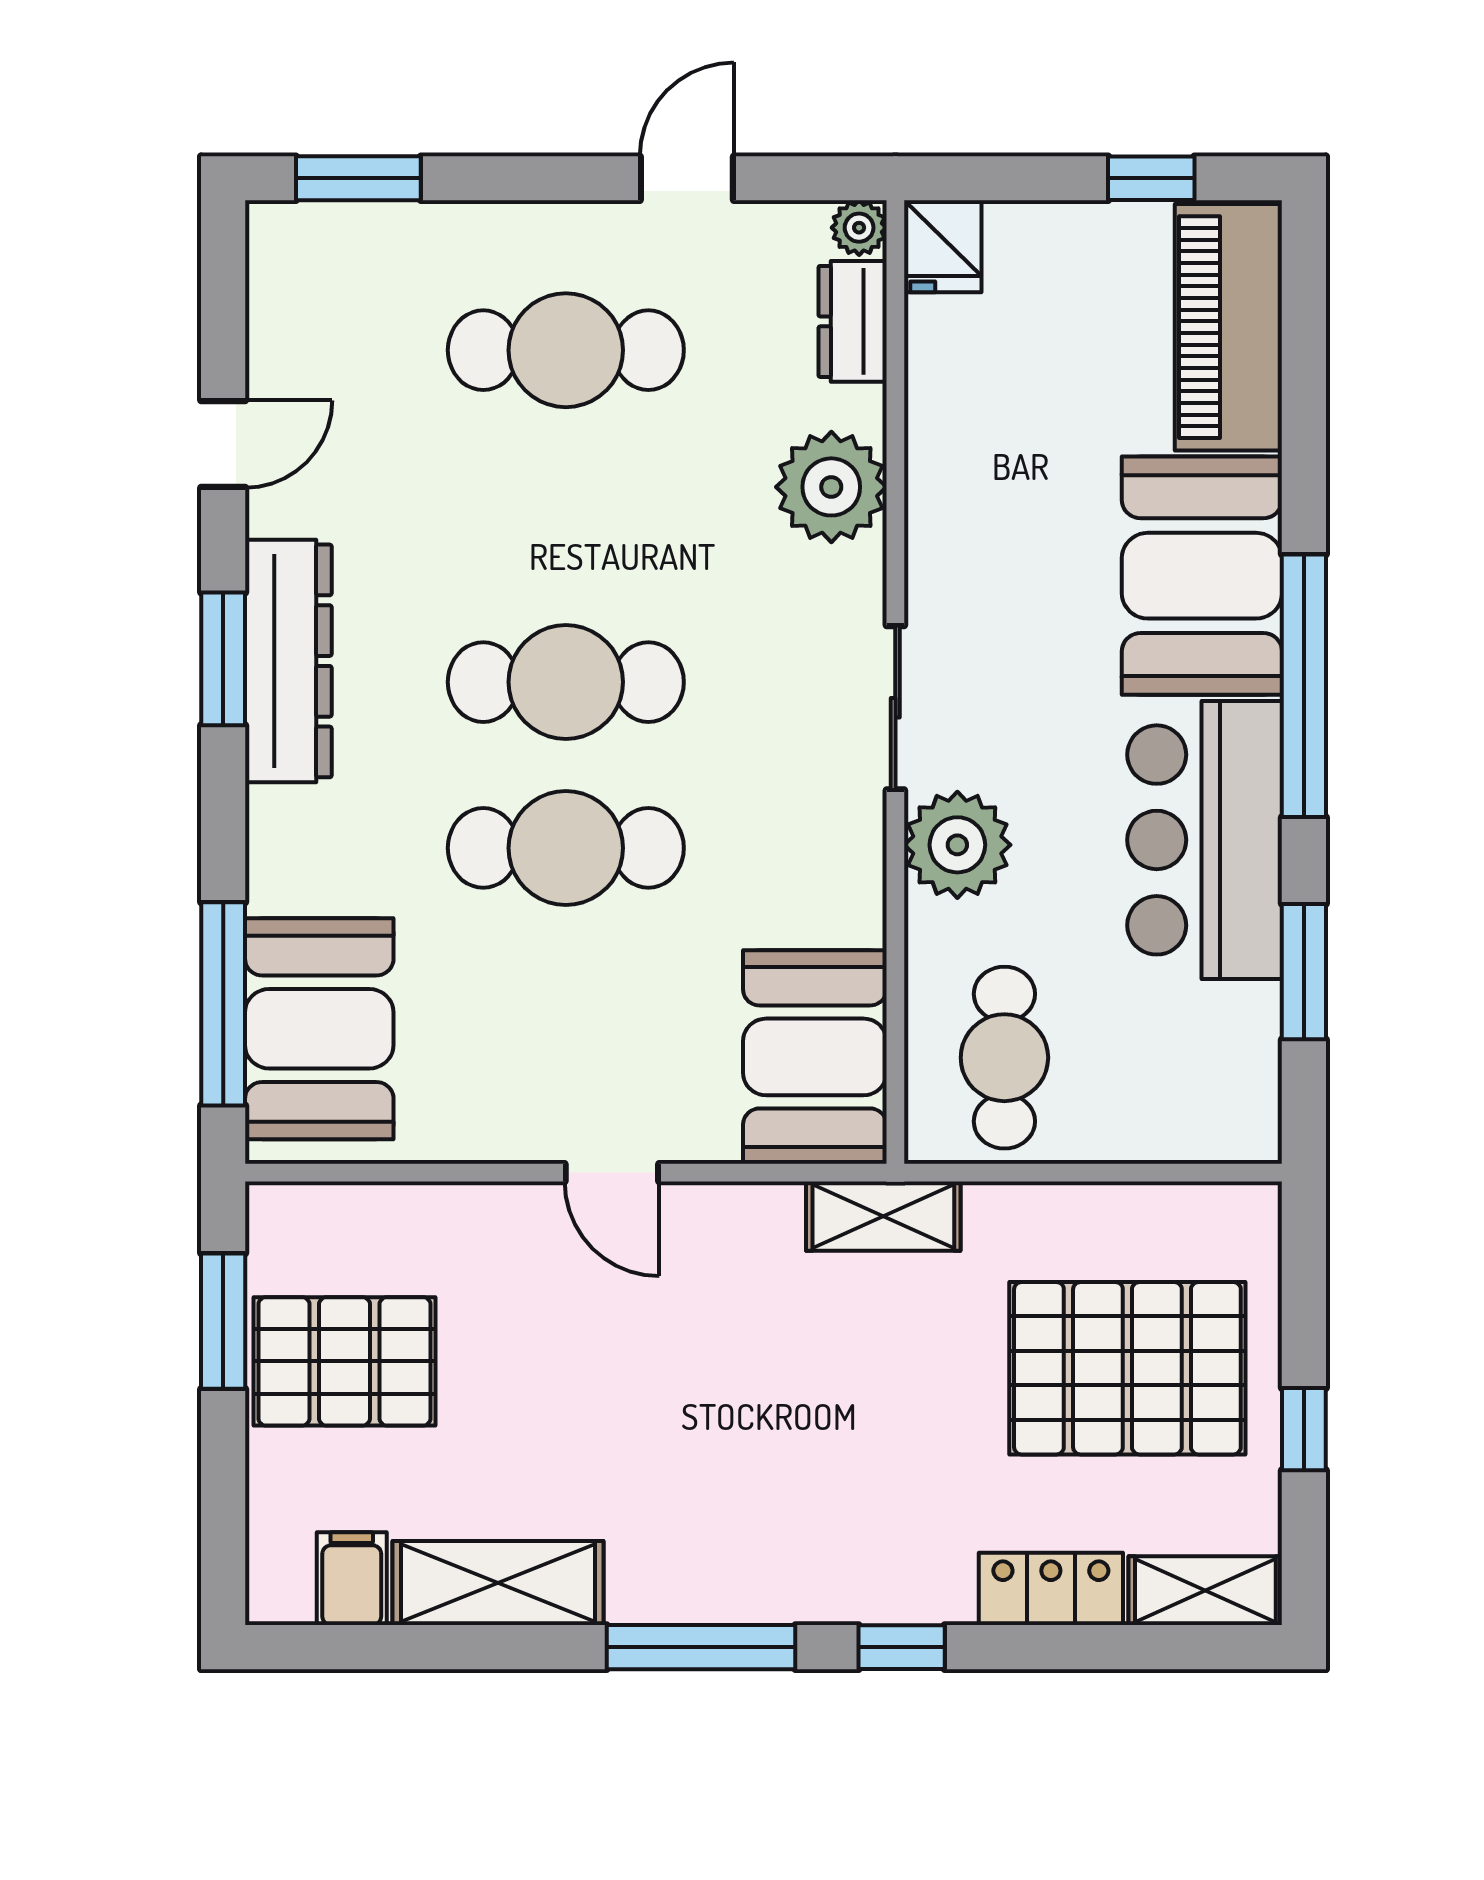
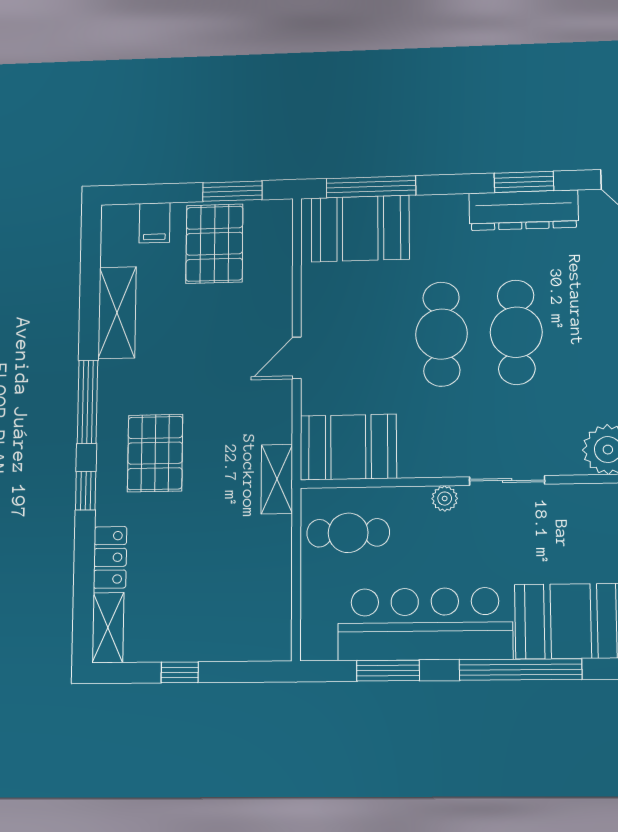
bar counter: (1205, 840) -> (425, 624), width x1.36
plant: (957, 845) -> (445, 499), width x0.53, depth x0.53
pallet: (1127, 1368) -> (155, 453), moved, width x0.73, depth x0.71
filing cabinet: (352, 1579) -> (155, 223), moved, turned 90

